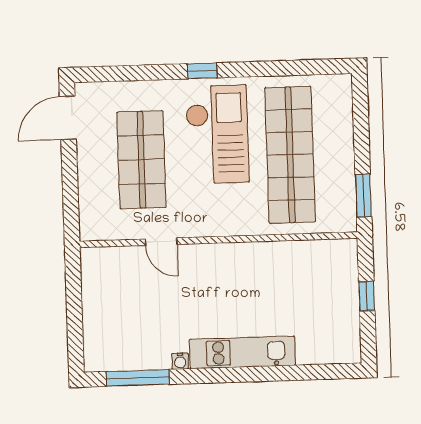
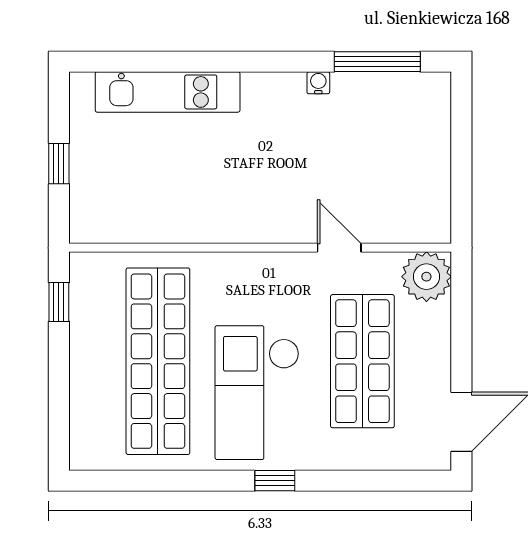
window: (363, 195) -> (59, 302), width x0.67
plant: (97, 223) -> (426, 277), added
kitchen unit: (243, 352) -> (168, 92), moved

